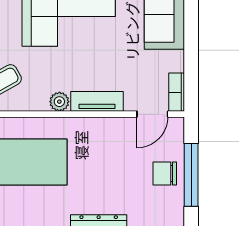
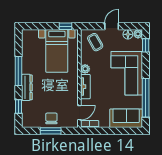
door: (152, 114) -> (79, 113), swing flipped
window: (191, 175) -> (51, 131), width x0.69

